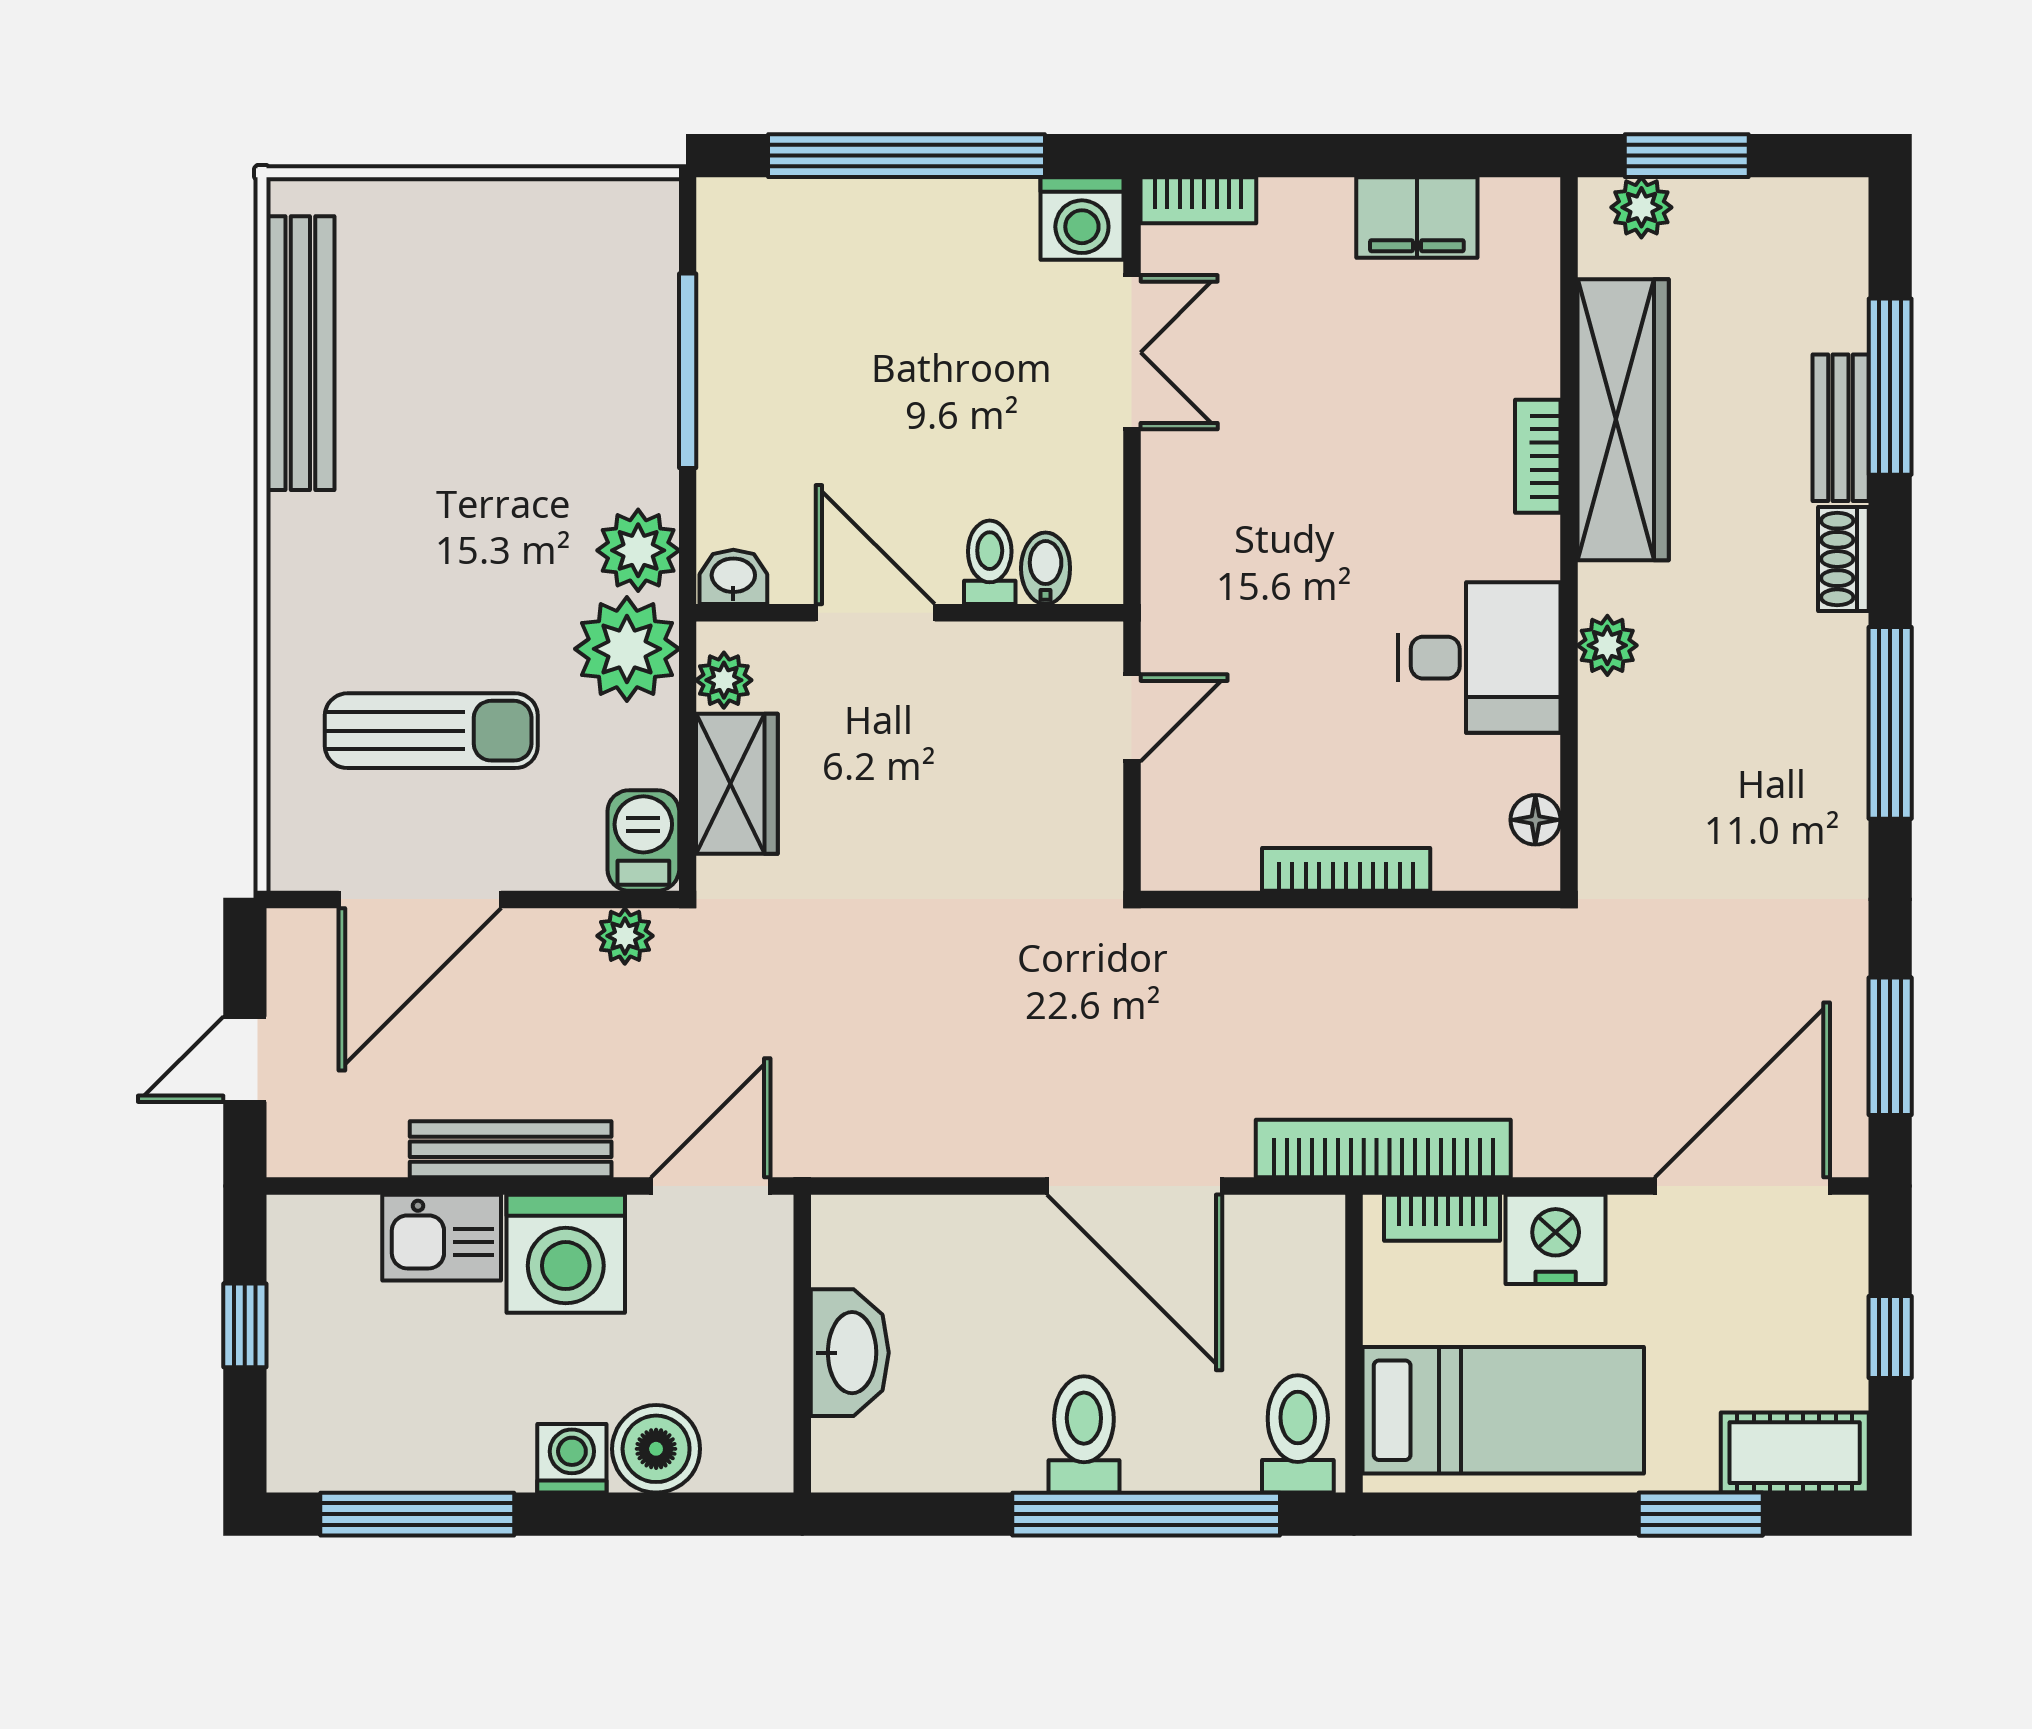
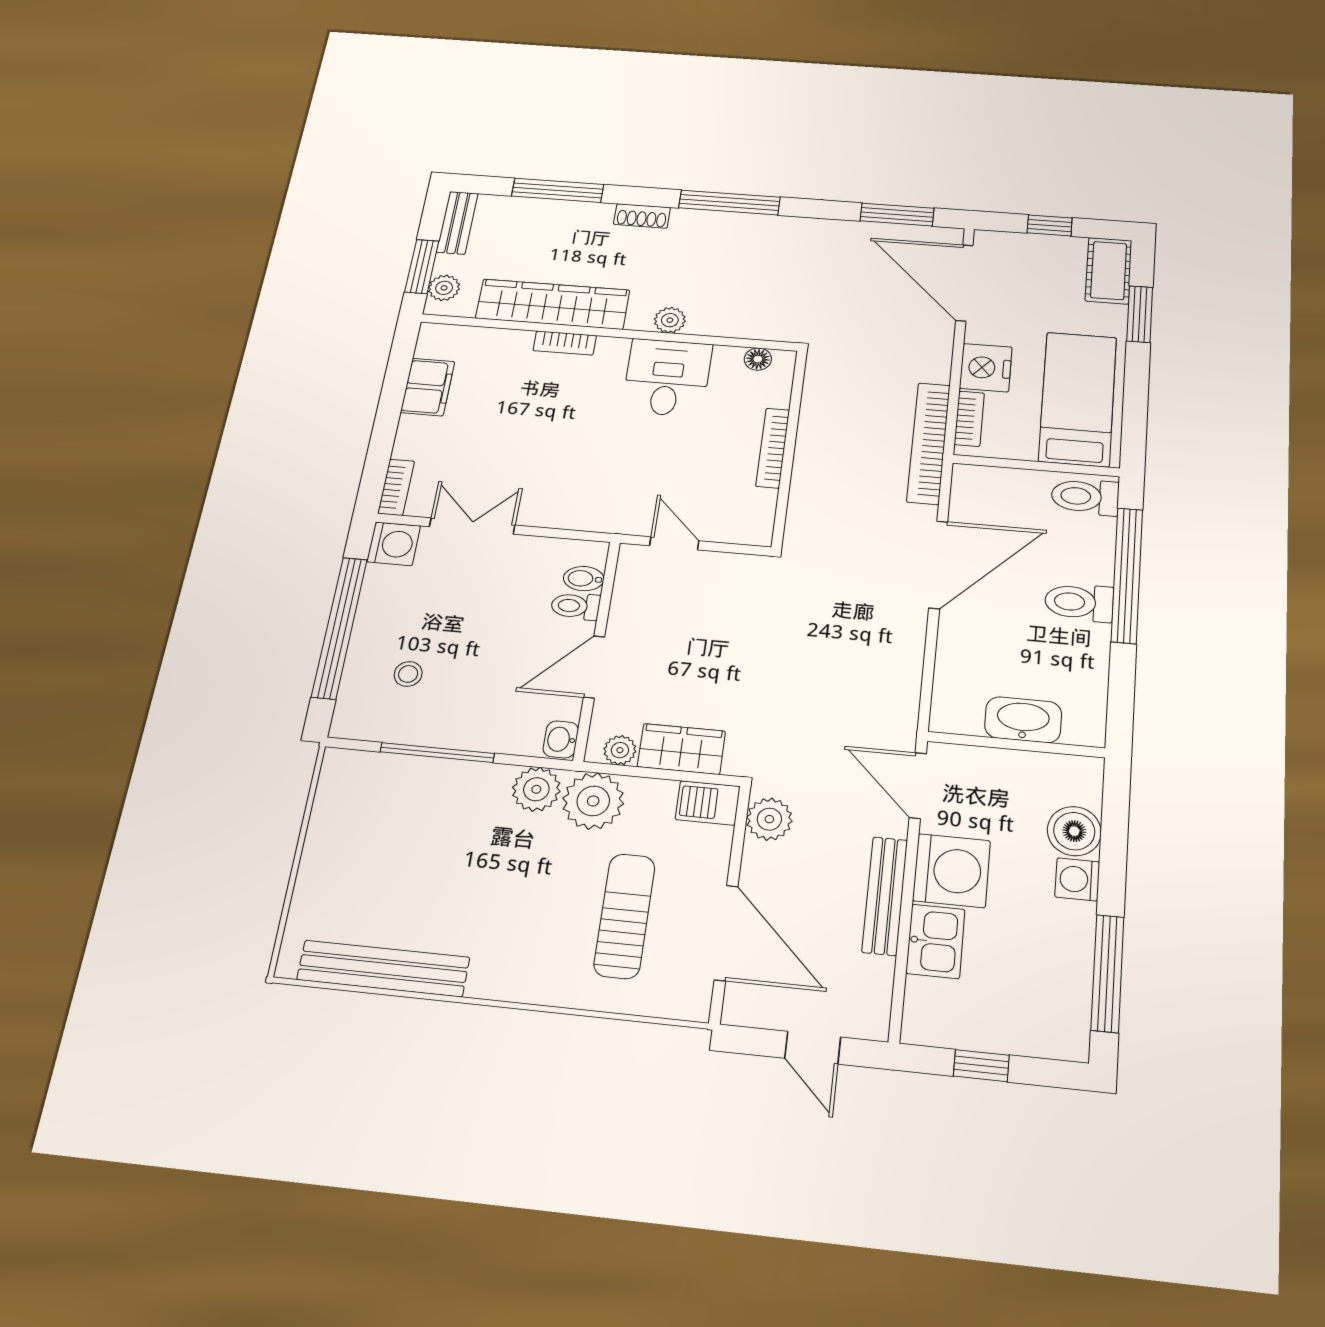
stool: (829, 293) -> (408, 674), added
bench: (1841, 428) -> (457, 223), moved, turned 90
plant: (625, 936) -> (769, 819), width x1.38, depth x1.38

